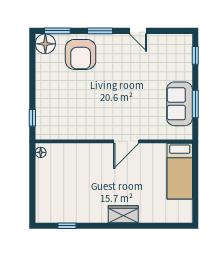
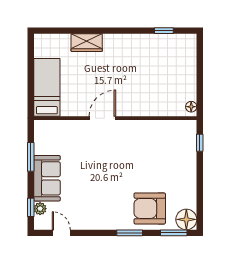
door: (138, 31) -> (61, 233), moved
armchair: (81, 54) -> (150, 208), turned -90
plant: (186, 54) -> (40, 209), added
sofa: (180, 104) -> (47, 178), moved
wardrobe: (123, 214) -> (87, 43), moved

